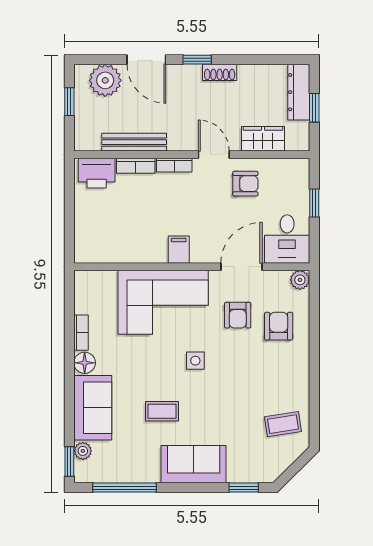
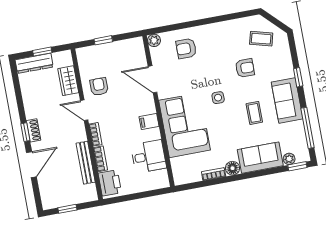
shoe rack: (220, 72) -> (34, 130), moved
plant: (105, 80) -> (50, 188), removed
door: (214, 155) -> (84, 110), hinge flipped
desk: (287, 239) -> (148, 156), moved
armchair: (238, 315) -> (245, 68), moved
coffee table: (283, 424) -> (261, 39), moved, turned -66
sofa: (194, 464) -> (287, 100), moved
window: (244, 488) -> (298, 77), moved

